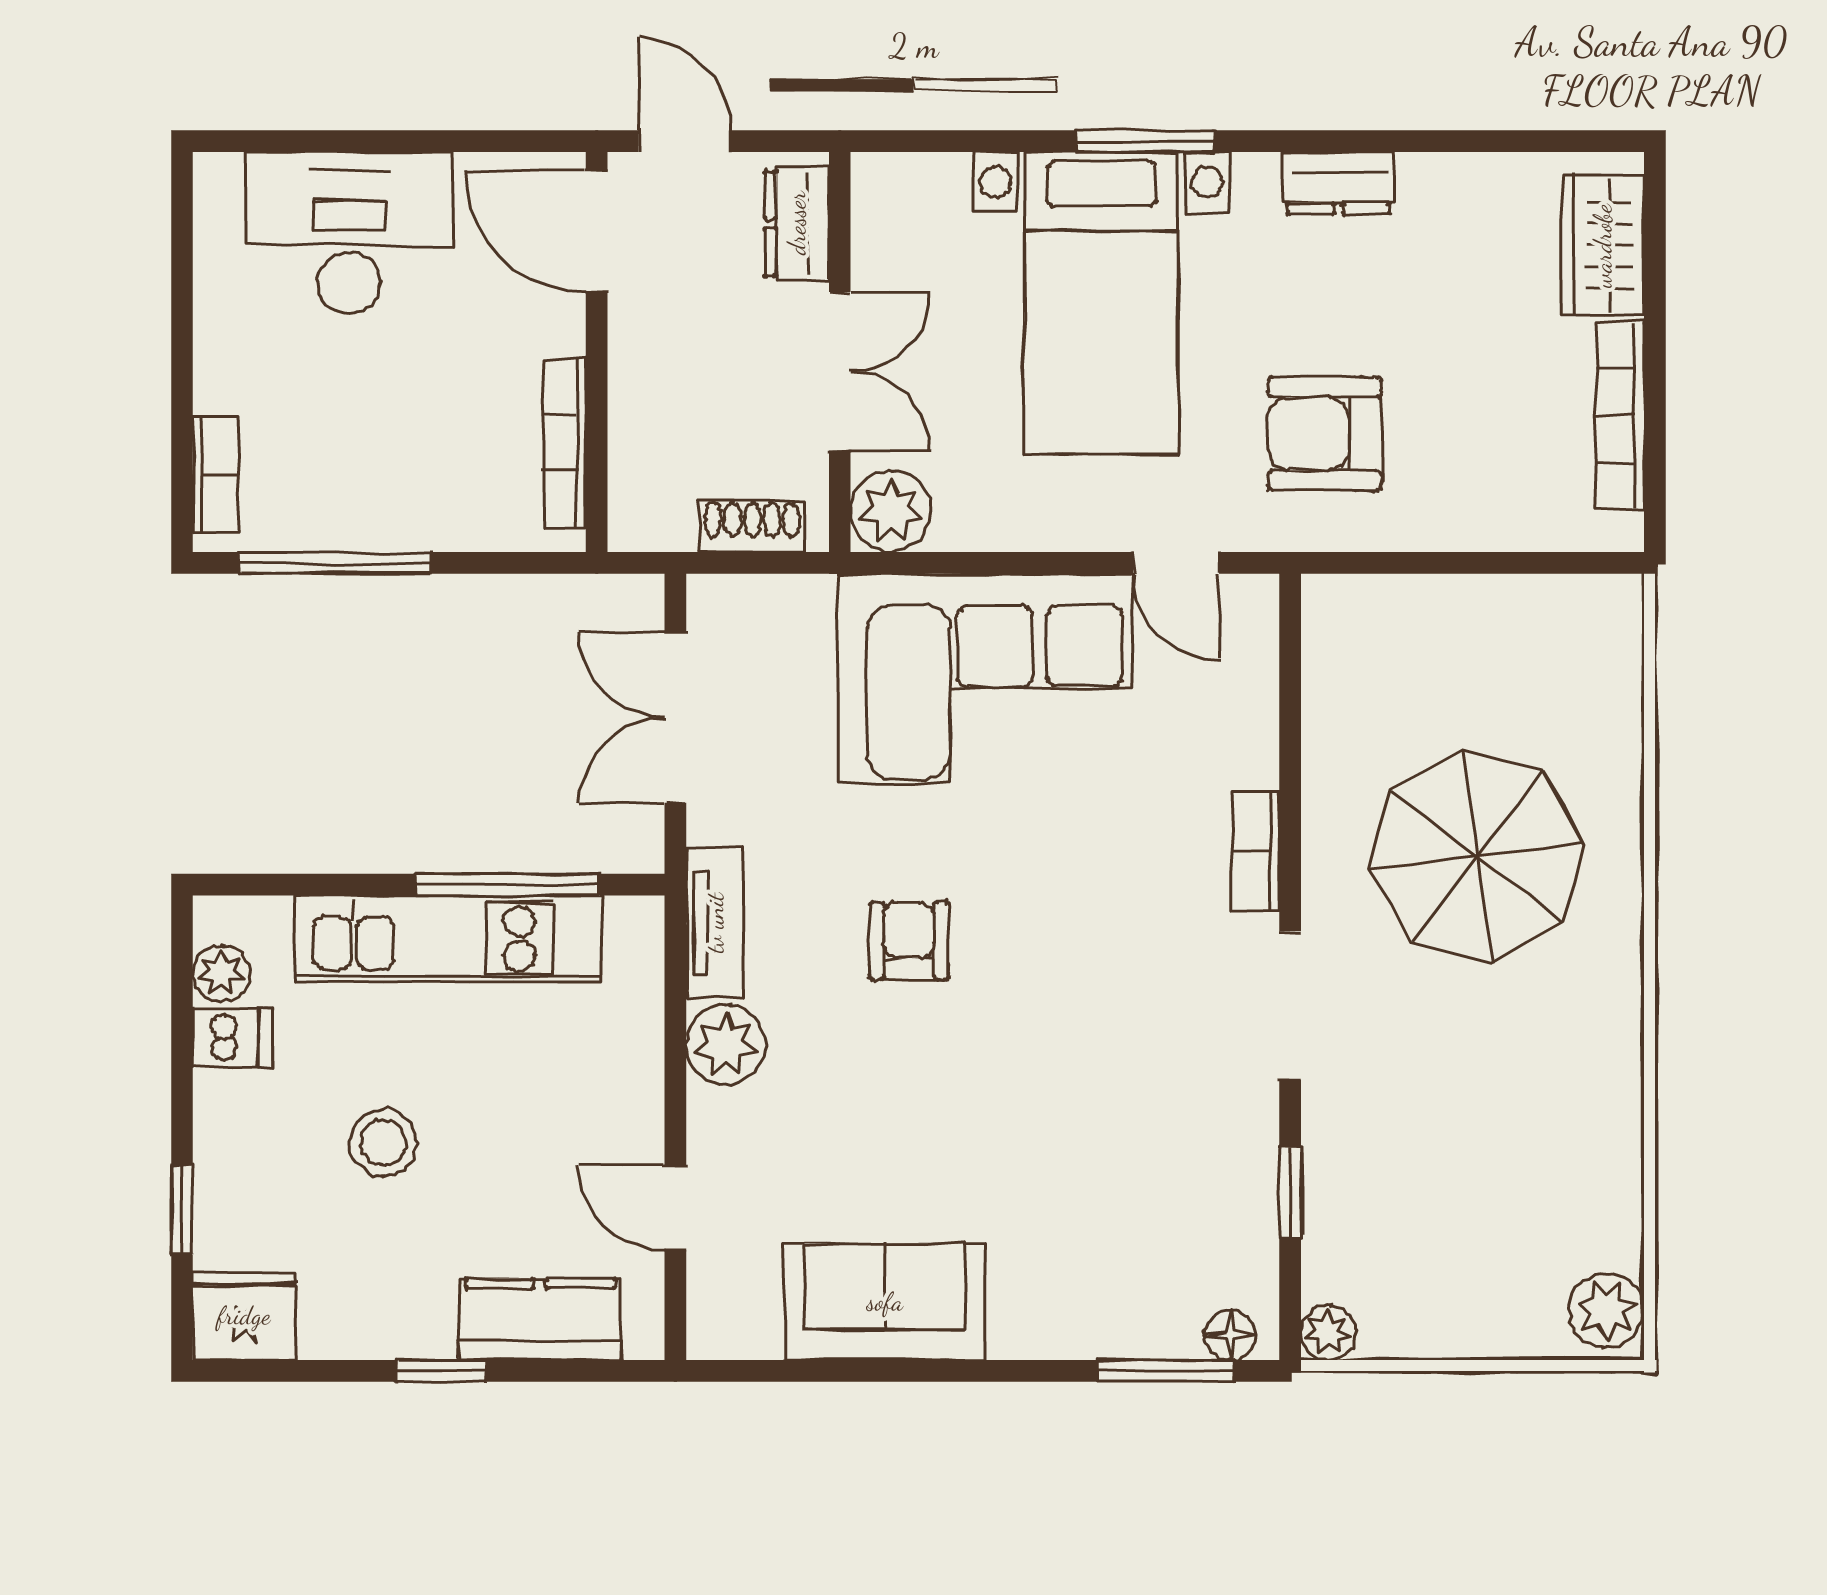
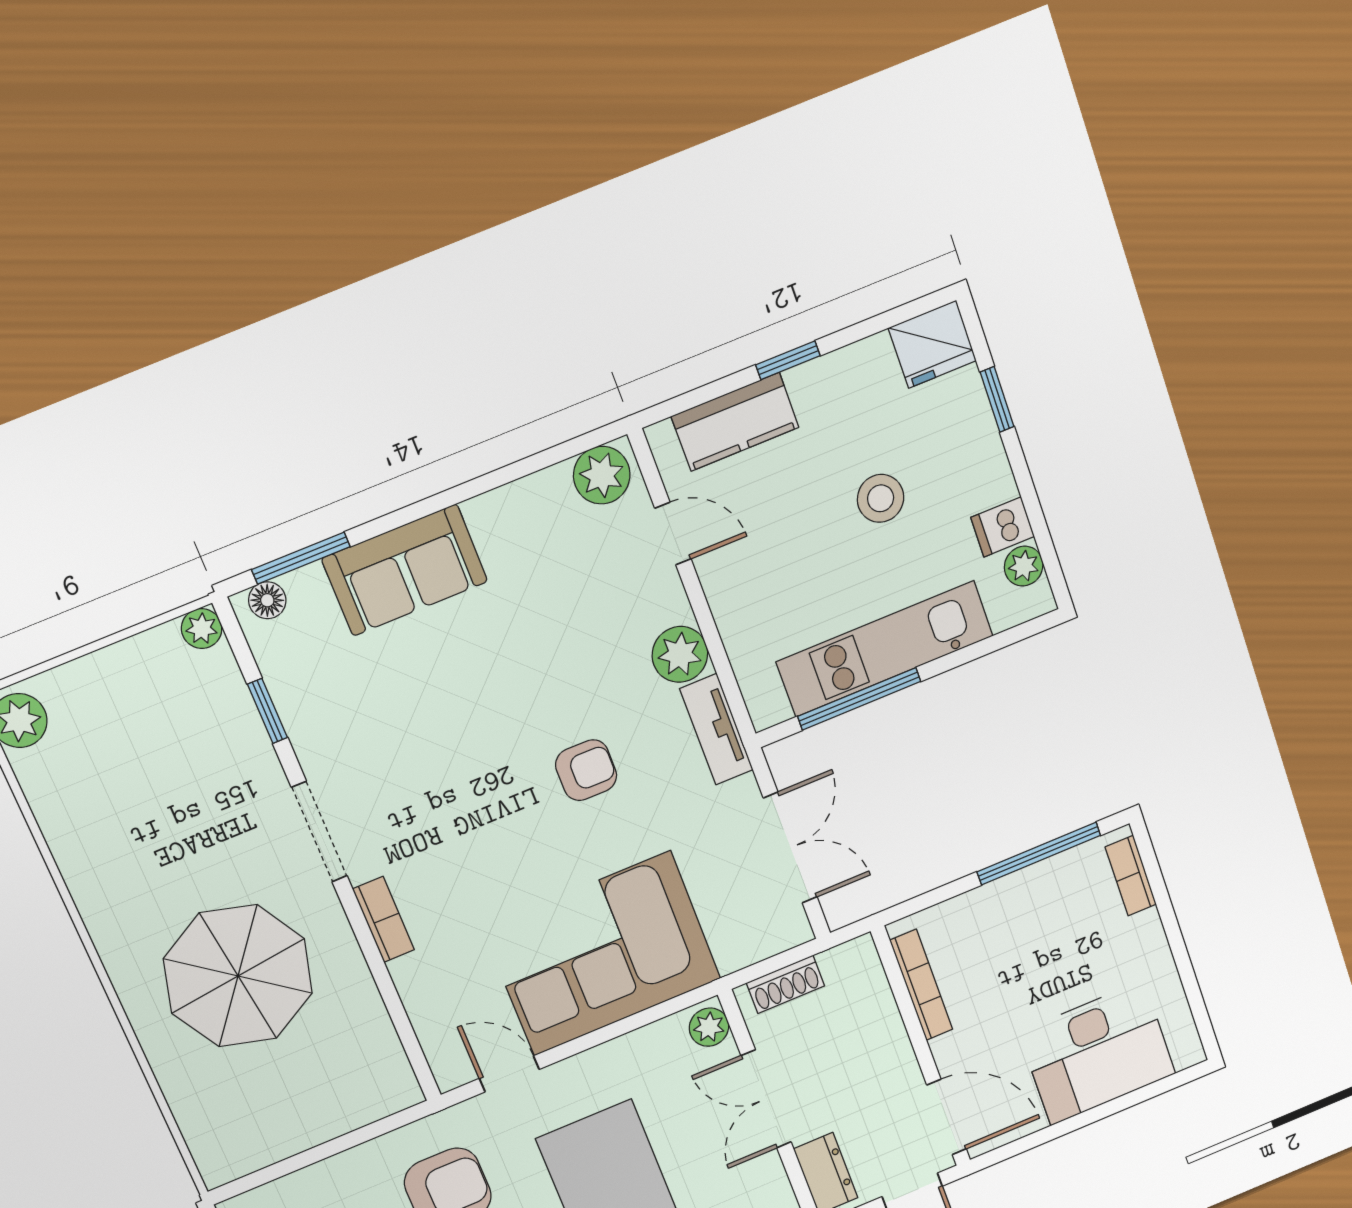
plant: (891, 511) -> (709, 1027), width x0.73, depth x0.73
armchair: (909, 941) -> (586, 770), turned -90
sofa: (885, 1302) -> (405, 570), moved
plant: (739, 1321) -> (602, 475), added

